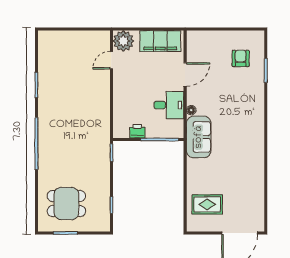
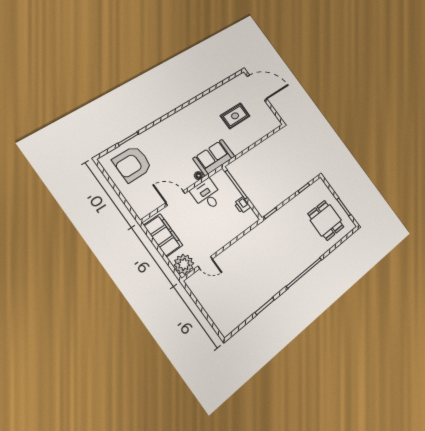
armchair: (241, 58) -> (132, 164), width x1.88, depth x1.88
rug: (207, 204) -> (235, 116), moved, turned 90

